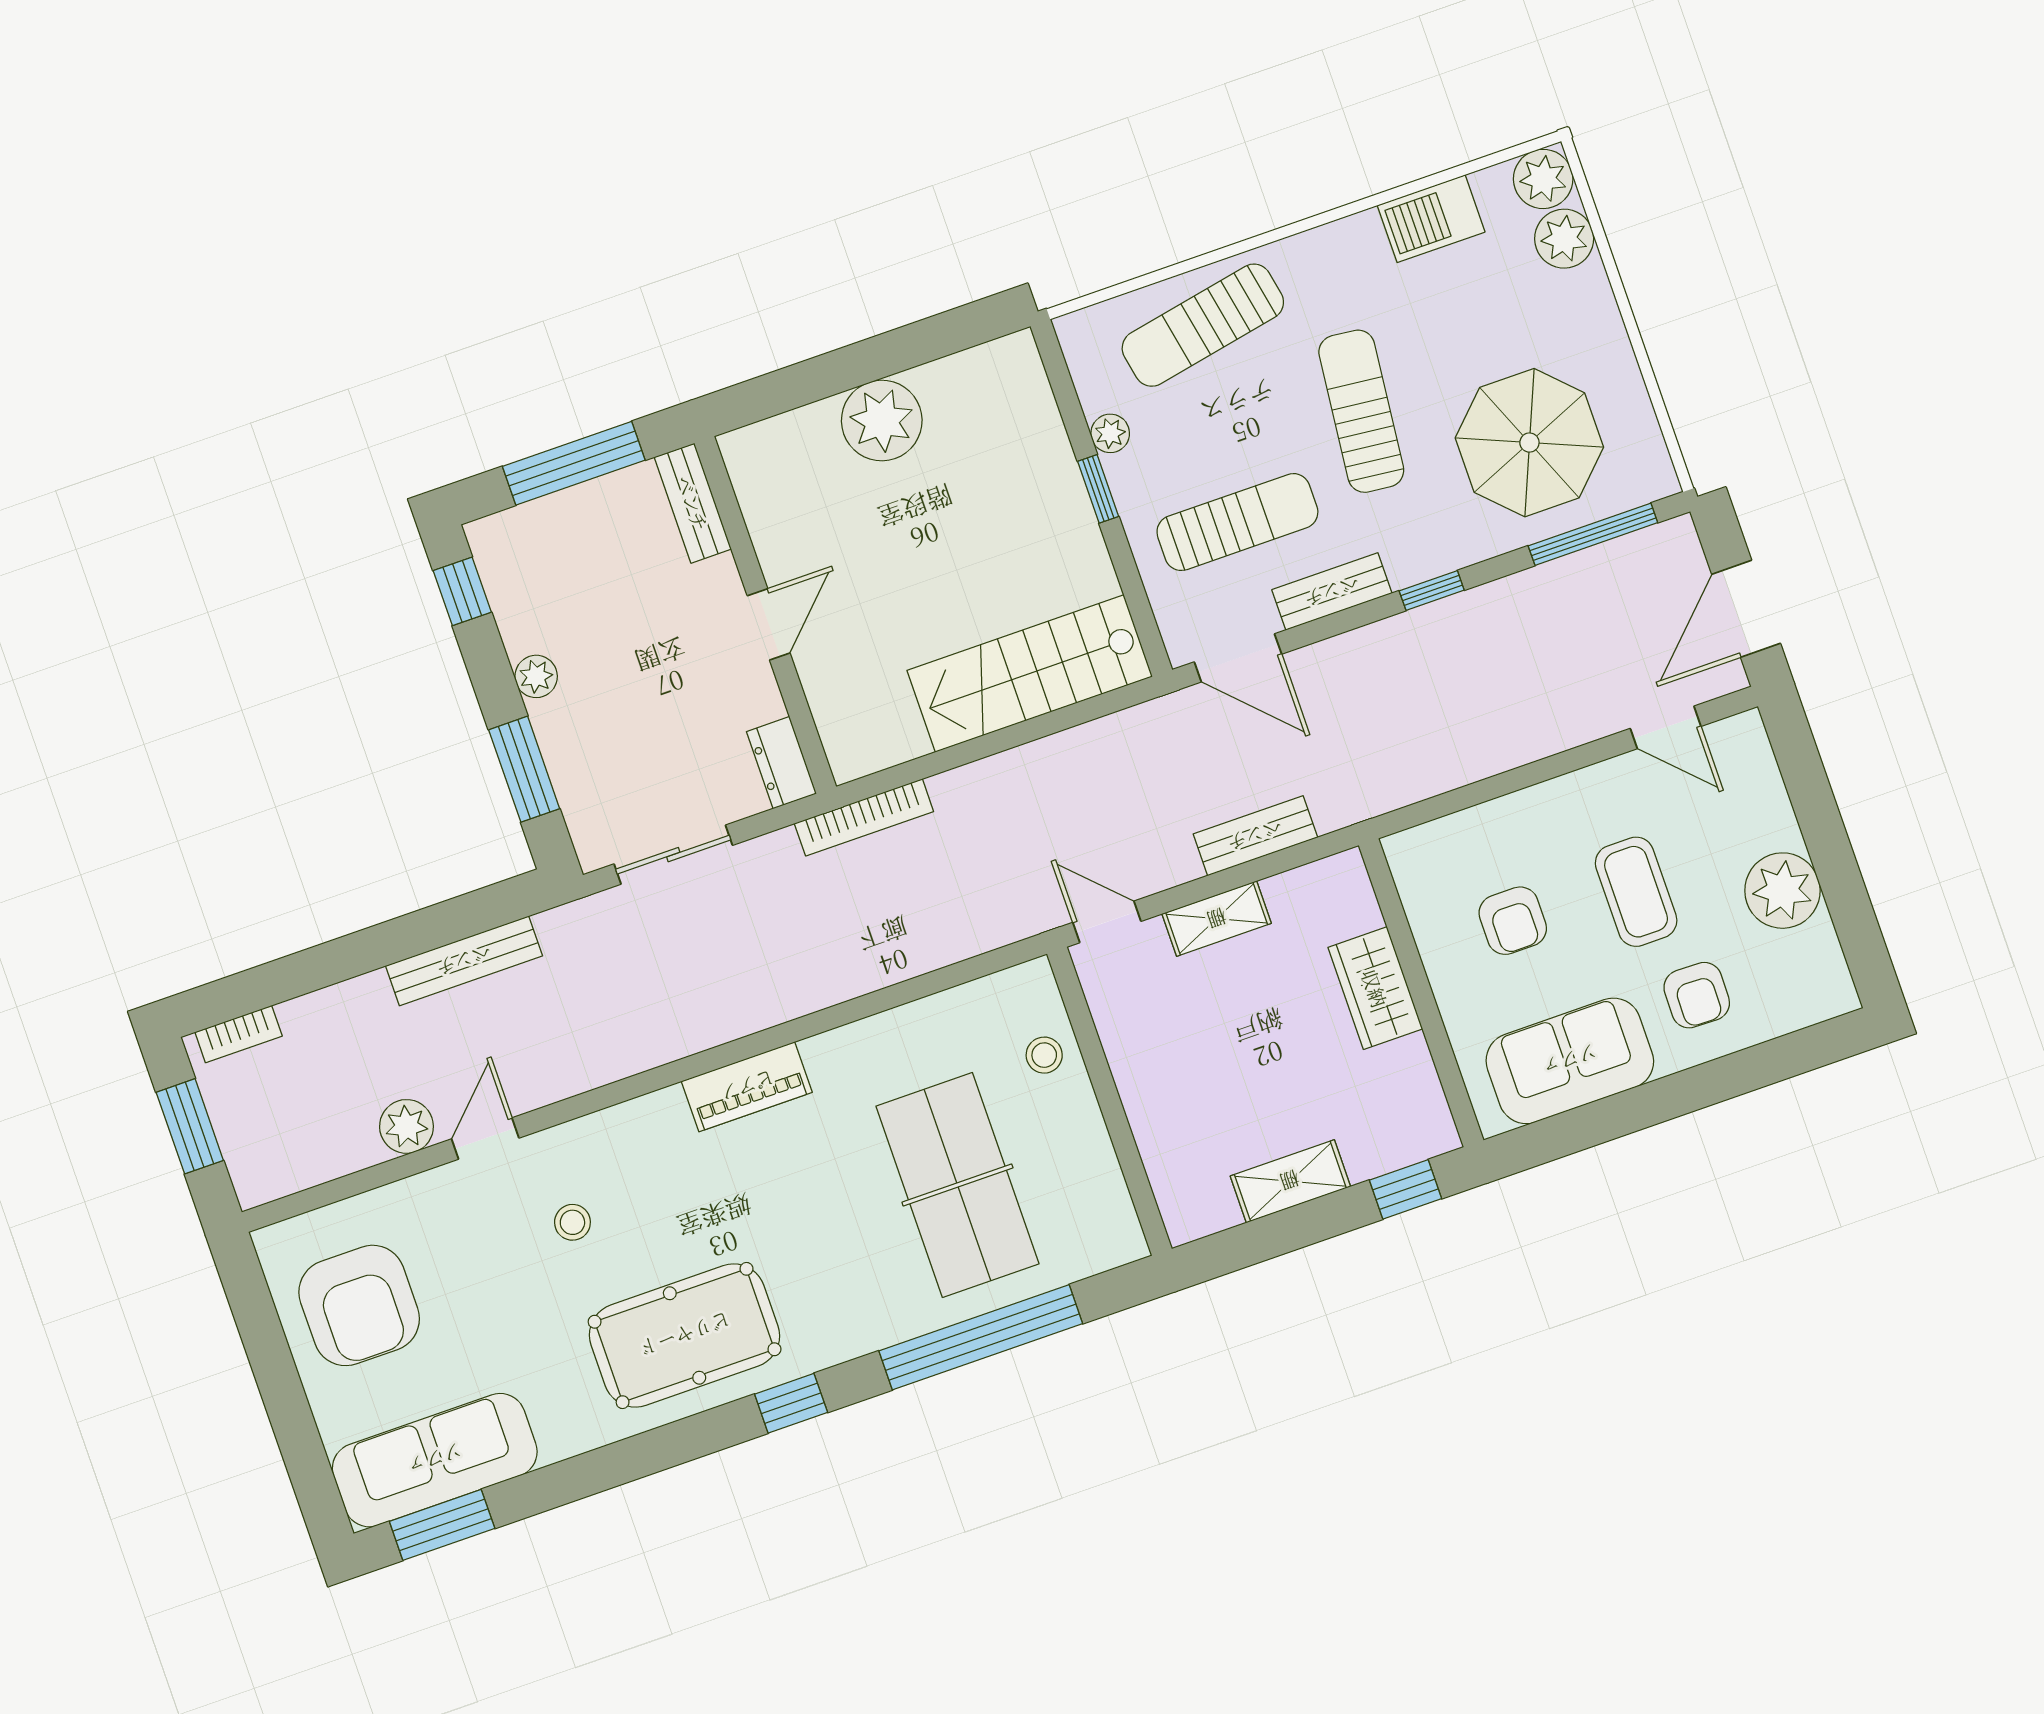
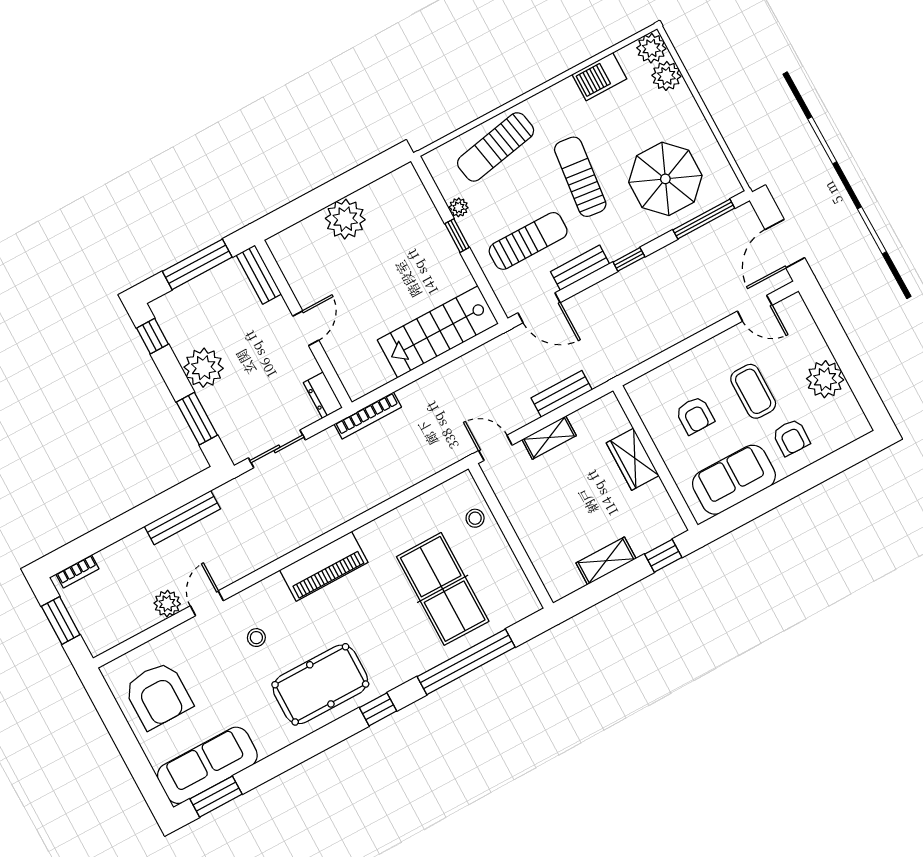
plant: (536, 676) -> (204, 368), width x1.88, depth x1.88
piano: (747, 1087) -> (324, 566), width x1.37, depth x1.33

